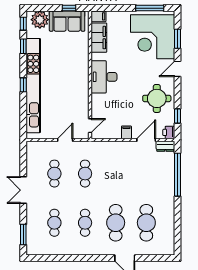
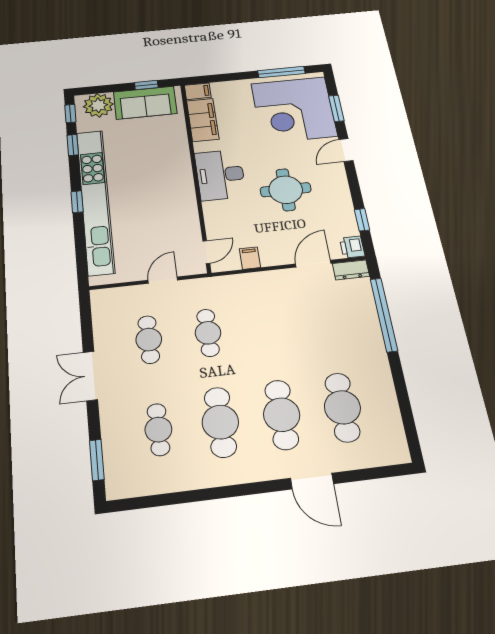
round table: (157, 98) -> (286, 190), moved
filing cabinet: (126, 132) -> (250, 258), moved
cafe table: (85, 223) -> (220, 422), width x1.37, depth x1.35

